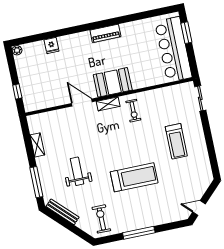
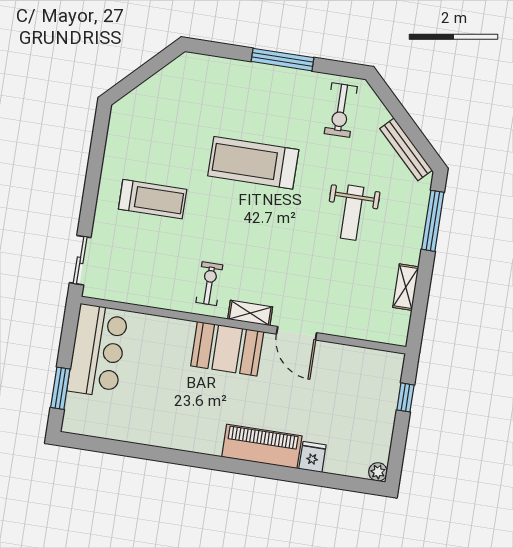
piano: (105, 33) -> (262, 446), moved, width x1.37, depth x1.33
bar counter: (173, 49) -> (98, 351), width x0.73
treadmill: (176, 141) -> (153, 199), turned 90
door: (199, 208) -> (157, 63), removed

